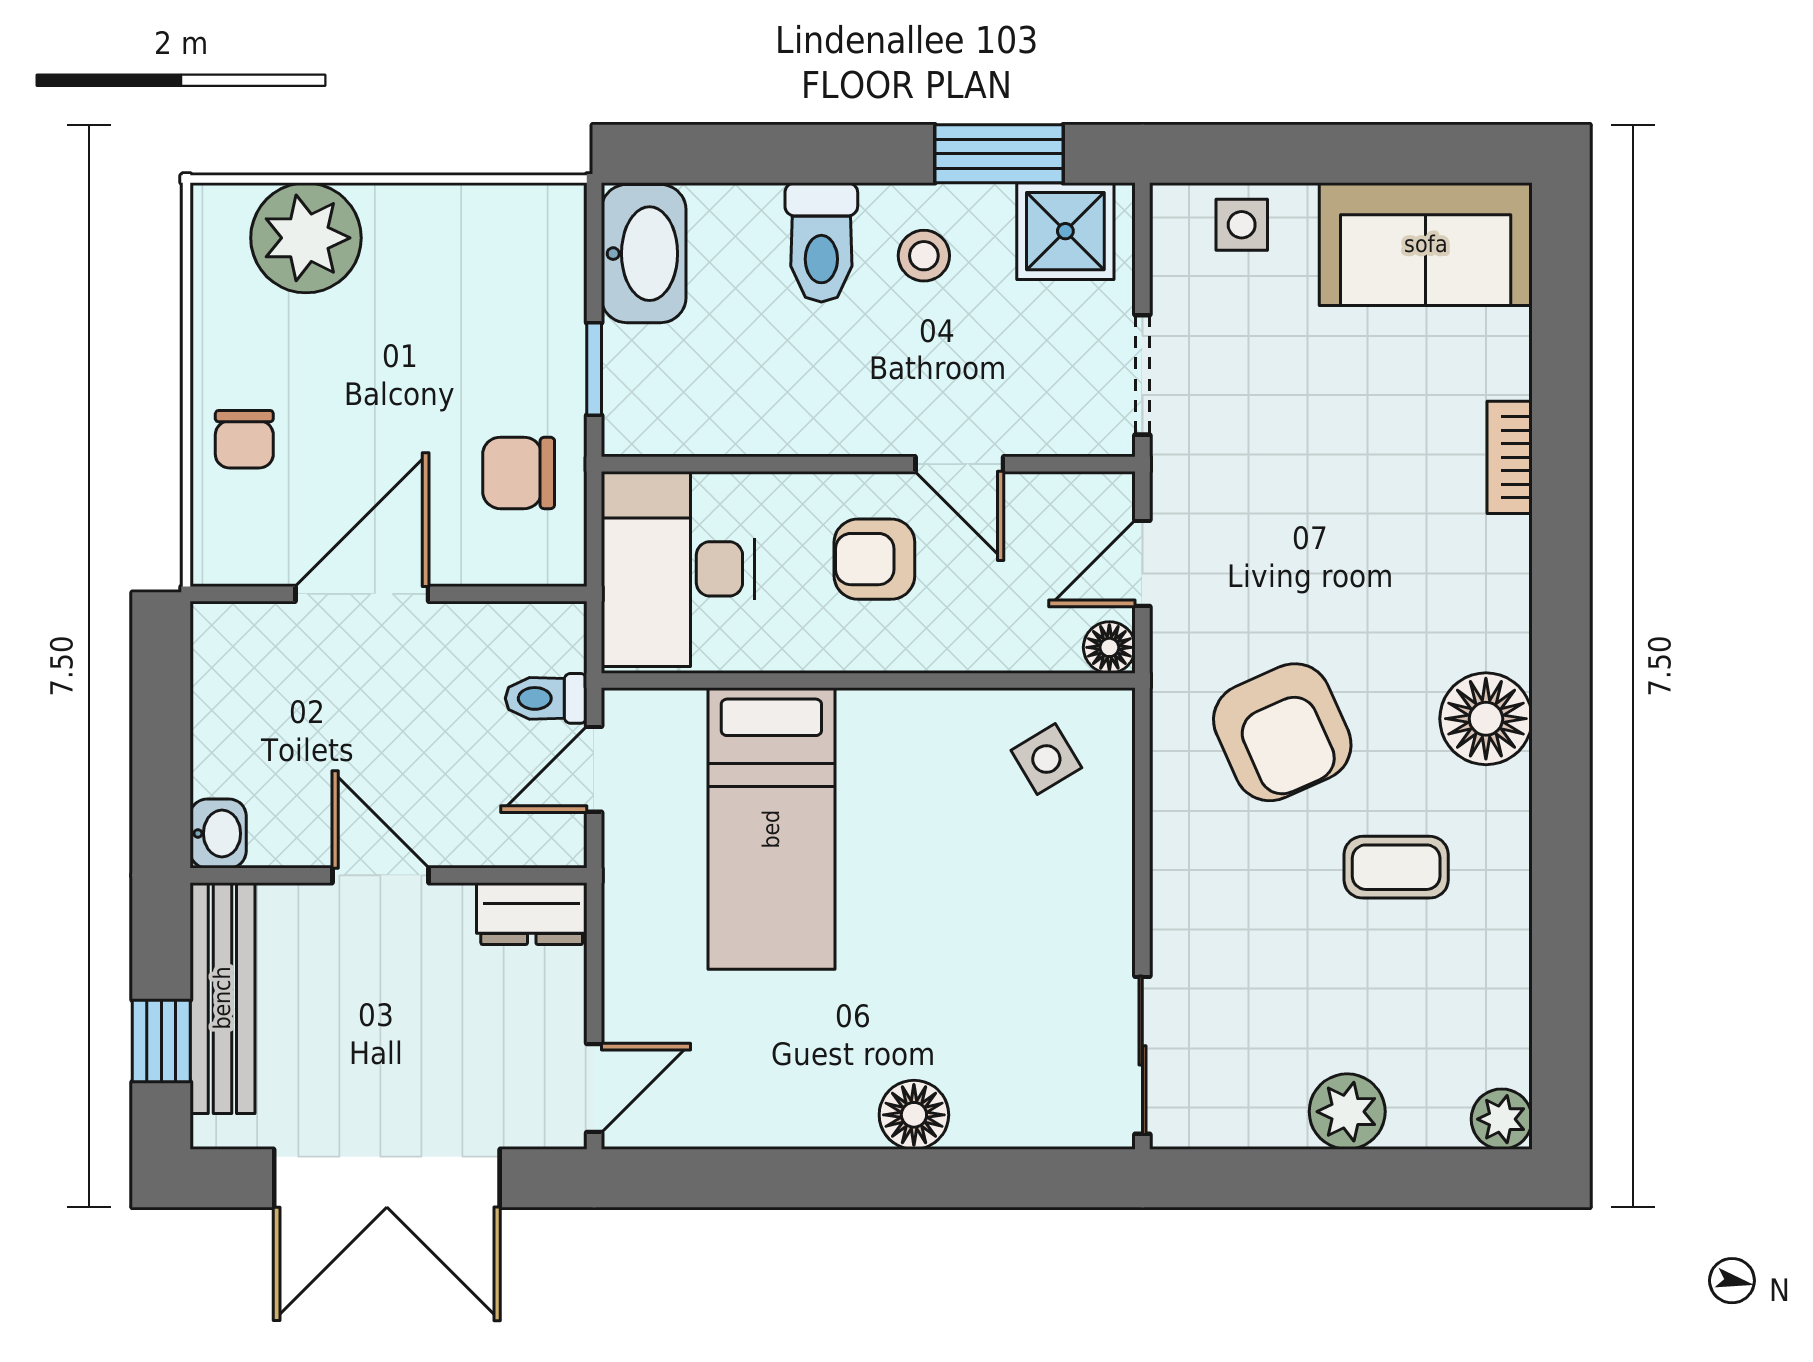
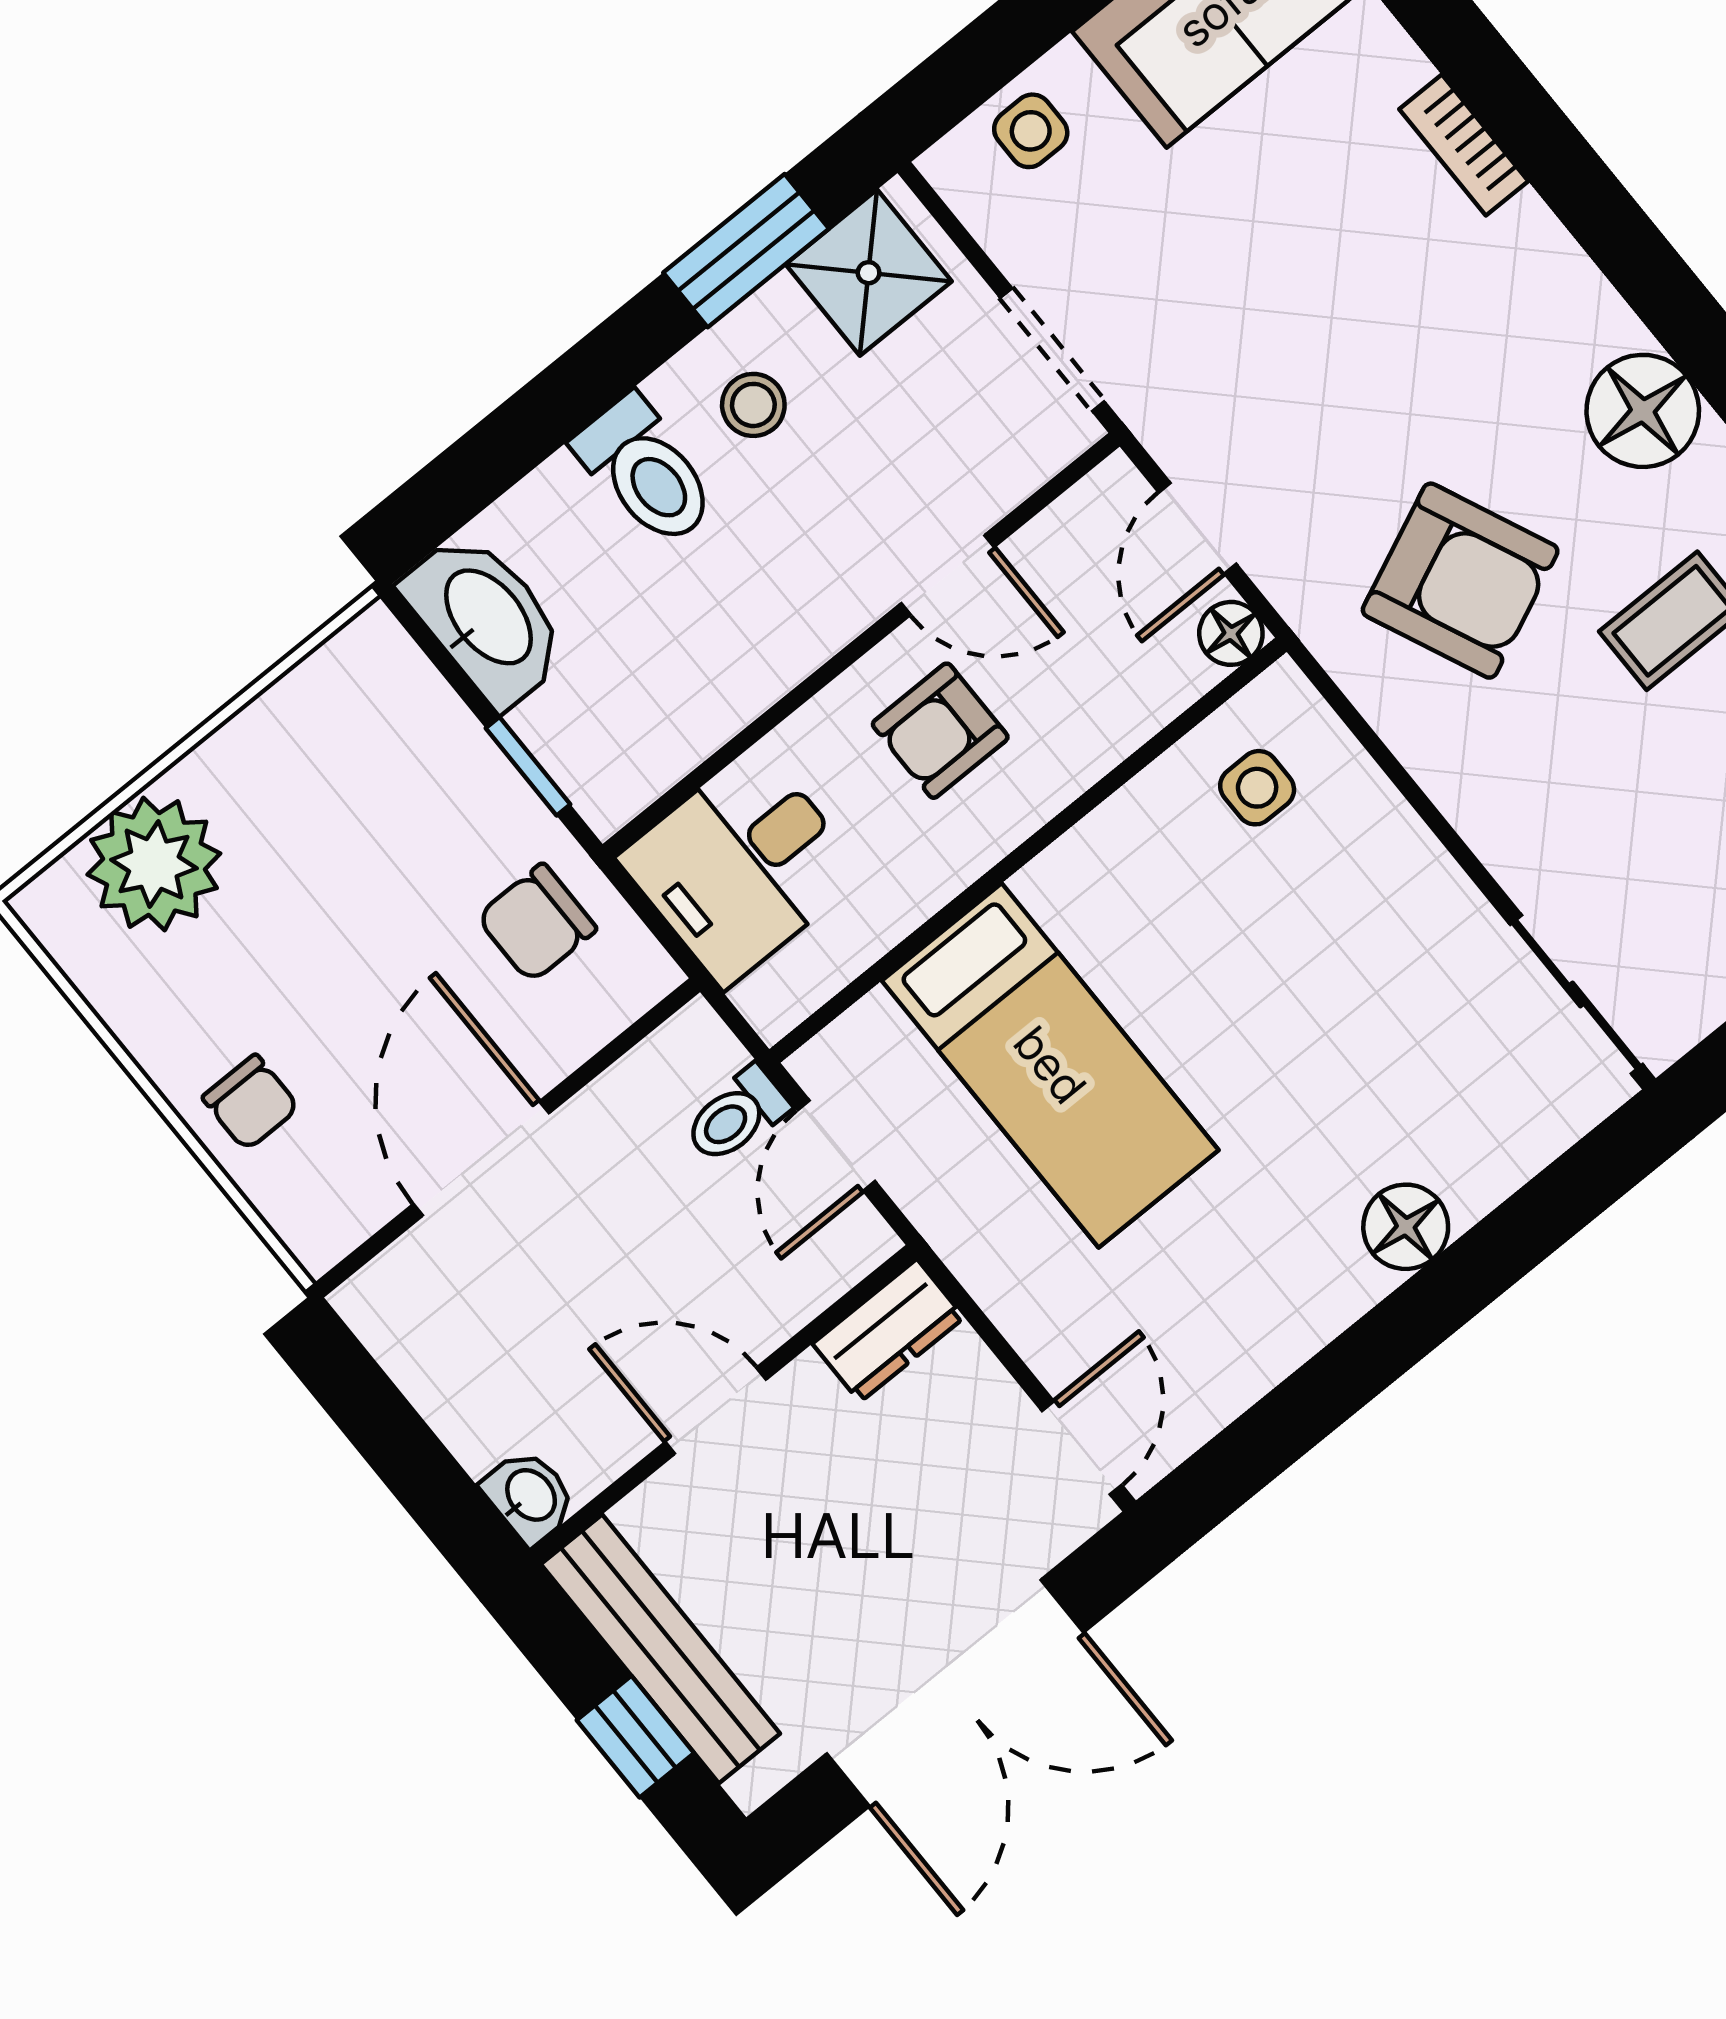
desk: (678, 569) -> (741, 866), width x0.73
side table: (1046, 759) -> (1257, 788), turned 31

